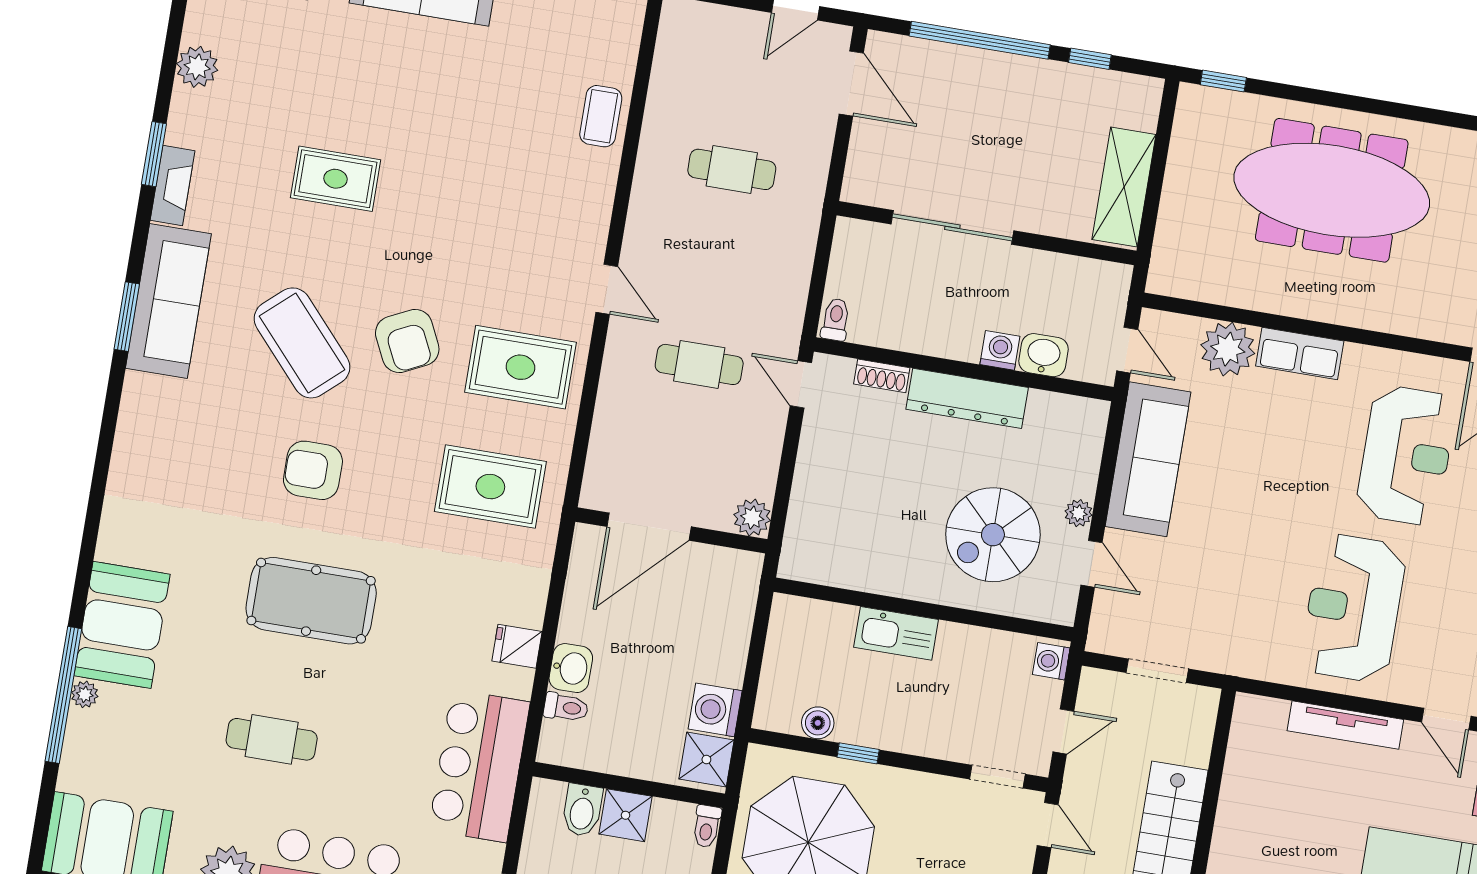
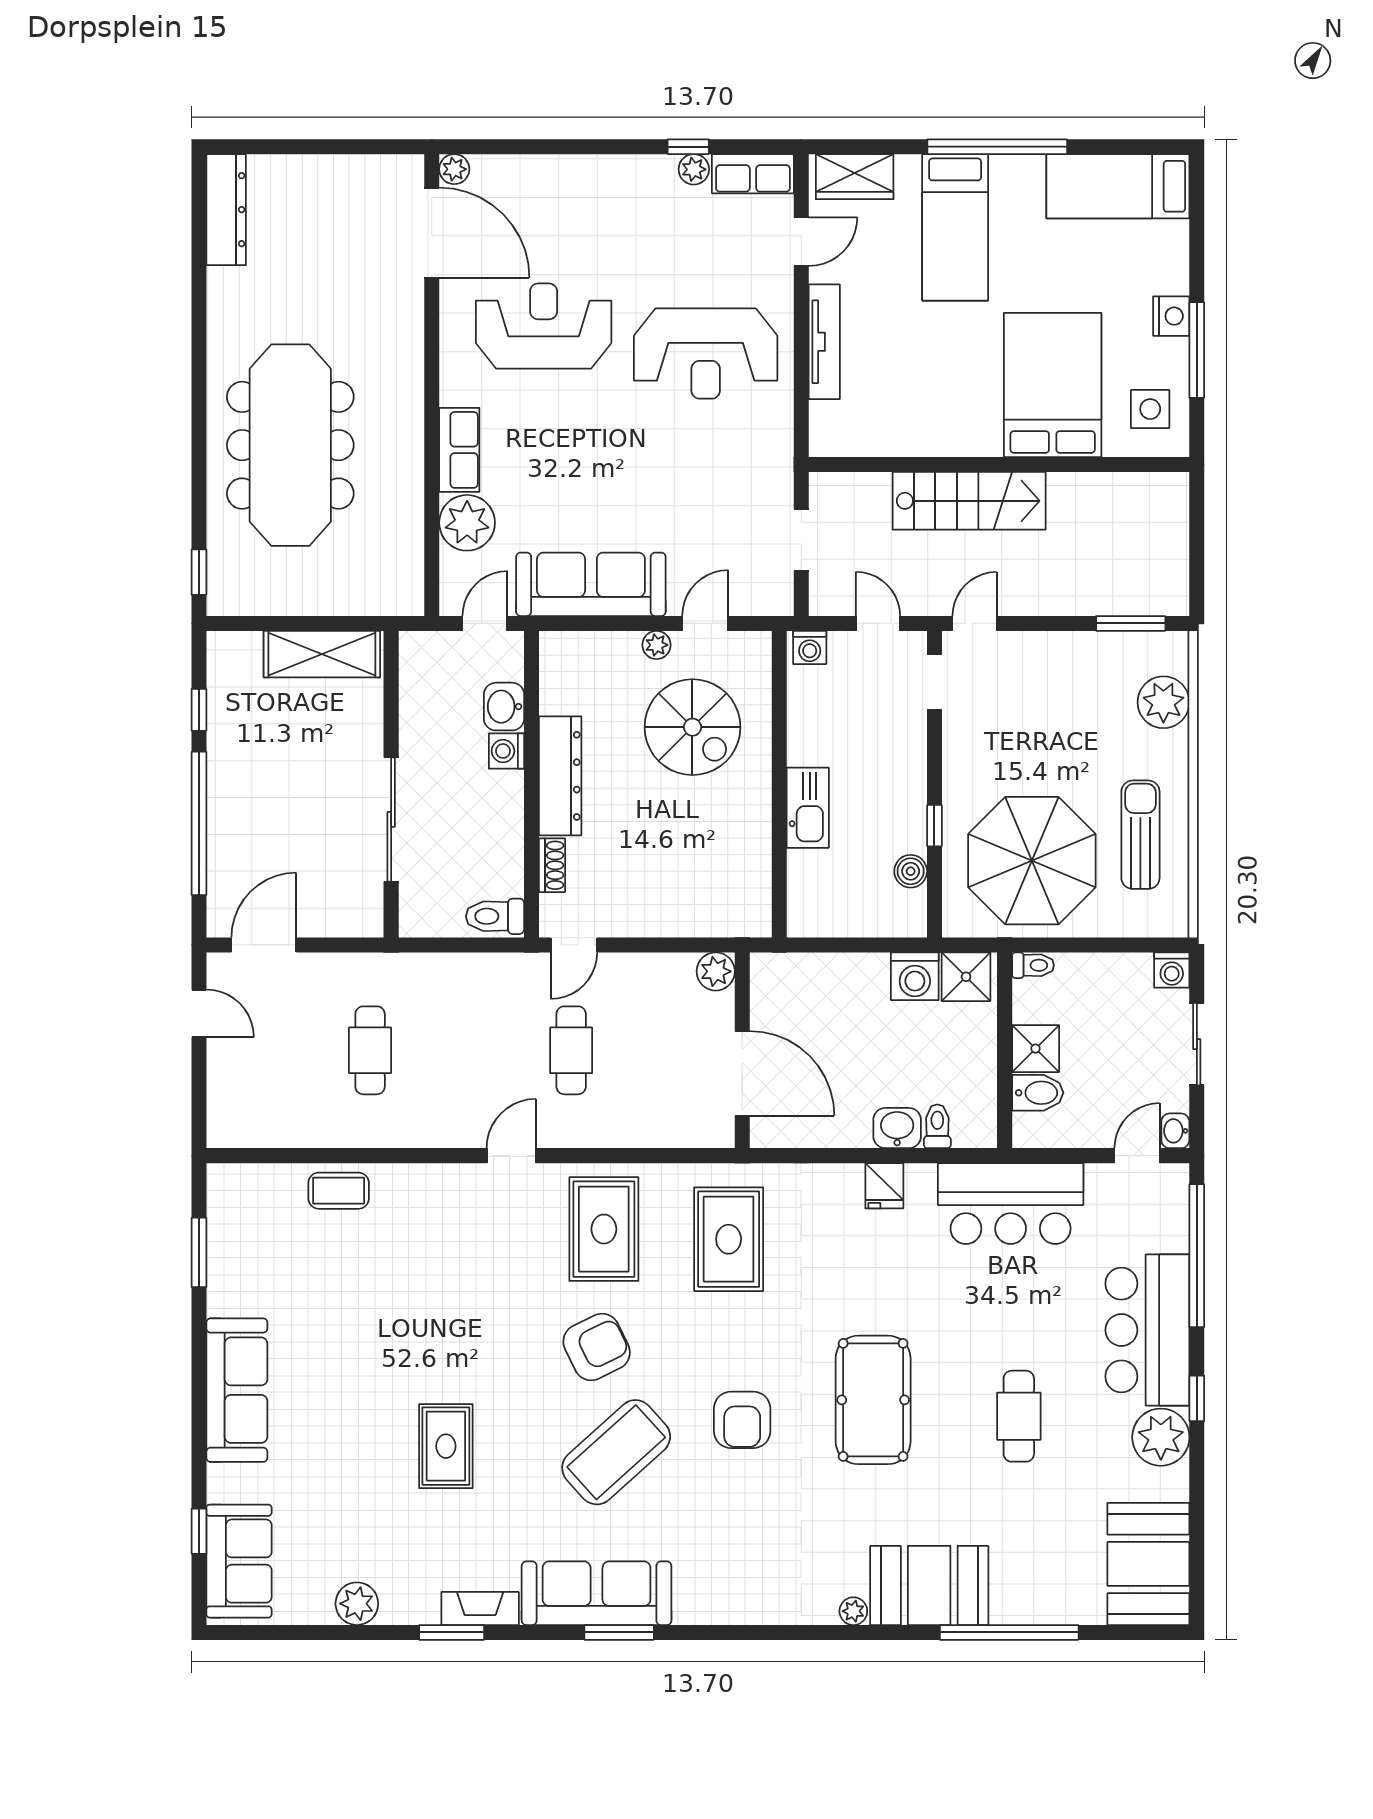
toilet: (836, 319) -> (495, 916), width x1.37, depth x1.39
plant: (85, 694) -> (853, 1611), moved

